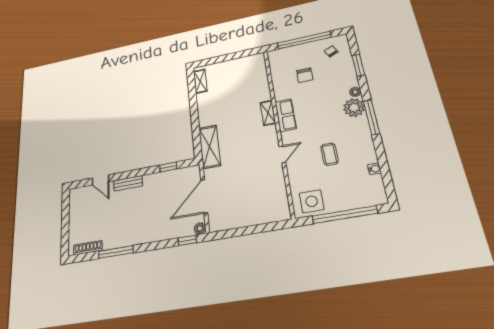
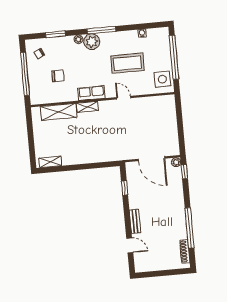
shelving: (210, 147) -> (59, 112), moved
coffee table: (330, 154) -> (127, 63), width x1.86, depth x1.72
door: (101, 180) -> (130, 245), hinge flipped
window: (116, 252) -> (189, 228), width x1.46

